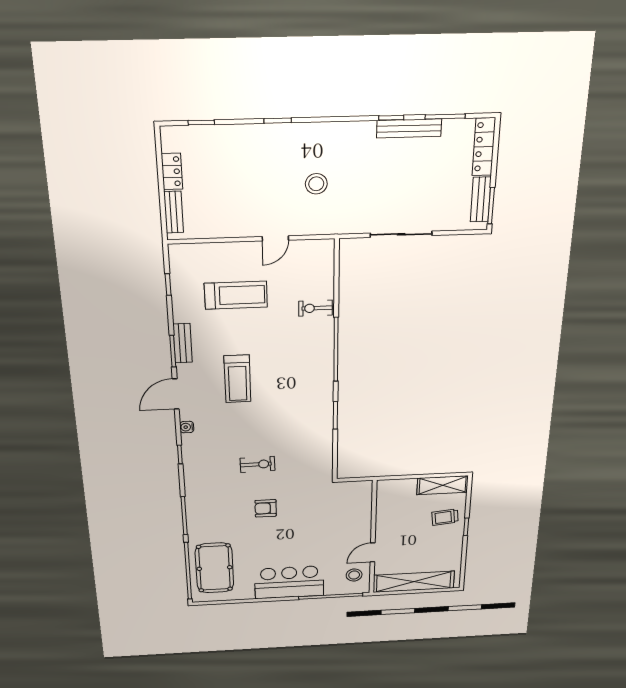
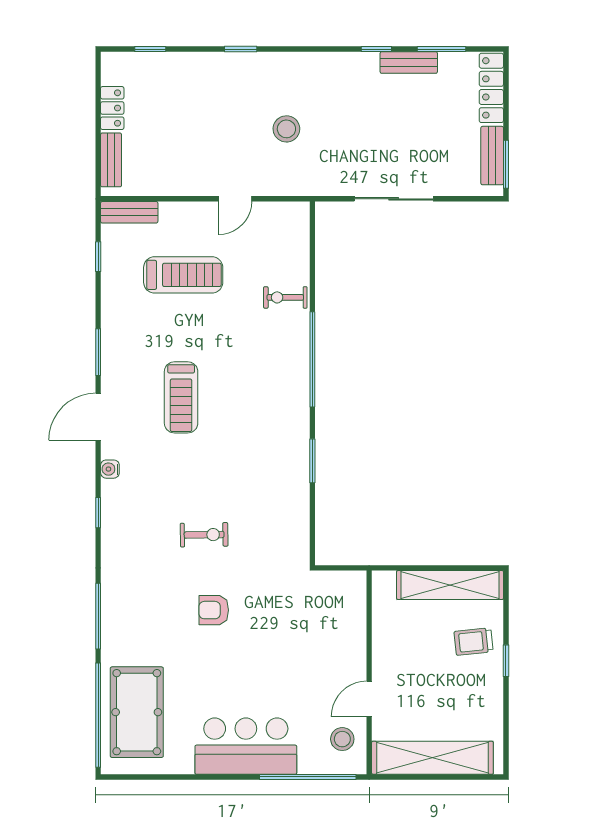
bench: (409, 128) -> (409, 63), width x0.73
bench: (183, 343) -> (129, 212), moved, turned 90
shelving: (443, 485) -> (450, 585), width x1.47

